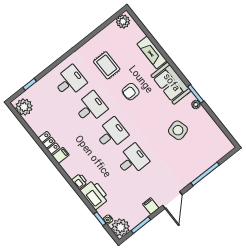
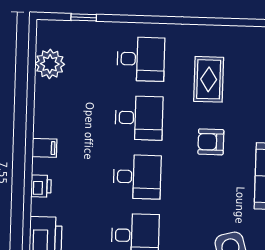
plant: (24, 107) -> (50, 64), moved
locker: (49, 143) -> (43, 117), removed
printer: (80, 181) -> (41, 186), moved

